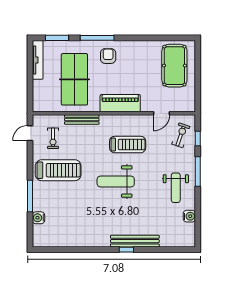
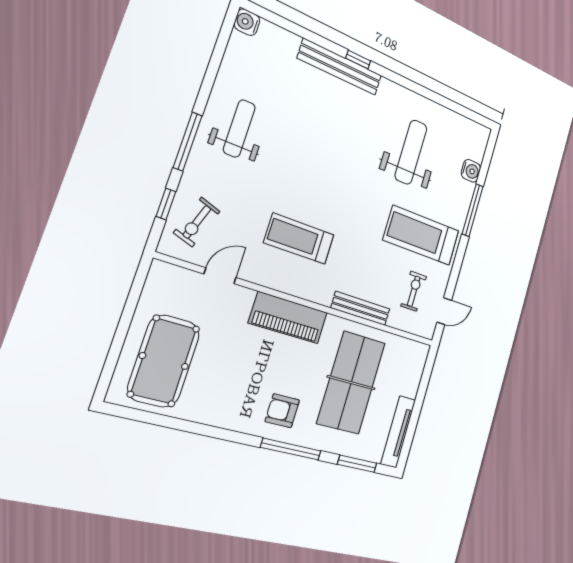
armchair: (108, 56) -> (282, 411), turned 90
weight bench: (116, 182) -> (411, 152), moved, turned -90
water cooler: (189, 216) -> (247, 22), moved

